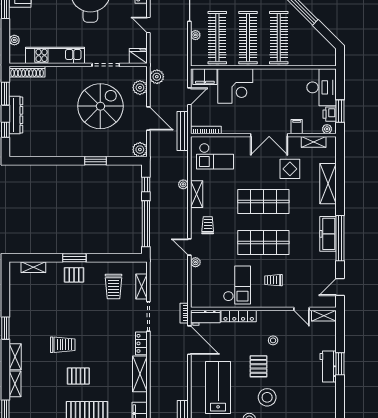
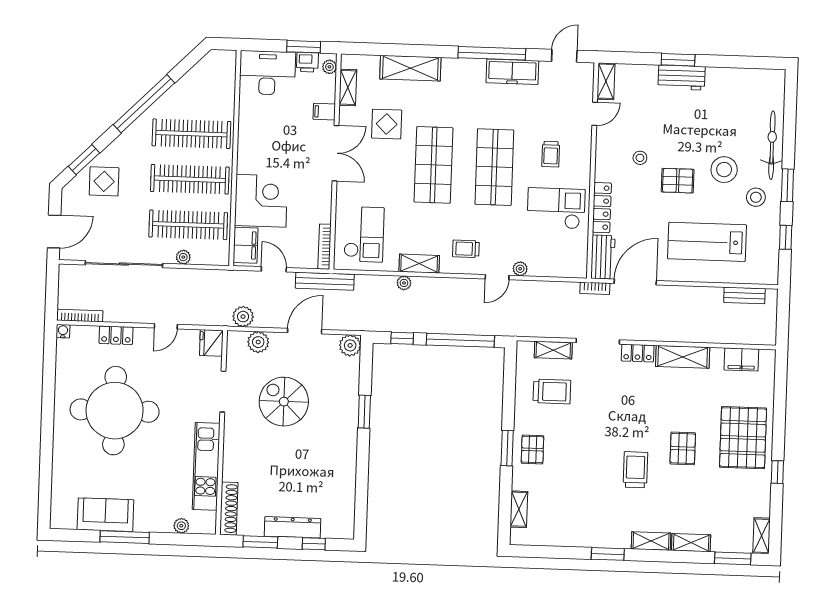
spiral stairs: (100, 106) -> (284, 402), width x0.73, depth x0.73
freezer: (328, 234) -> (512, 72), moved
door: (340, 287) -> (564, 56), swing flipped

